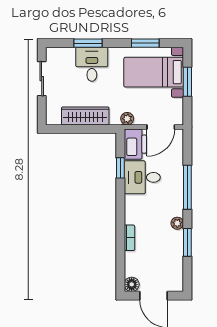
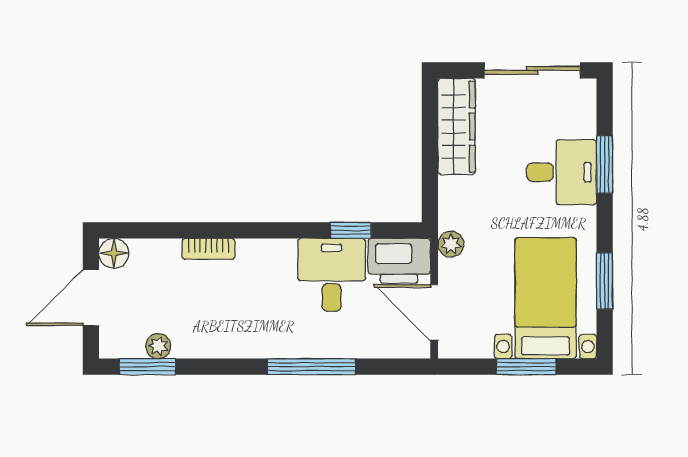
sliding door: (42, 79) -> (532, 70), width x1.37
wardrobe: (85, 116) -> (457, 126), moved
plant: (177, 223) -> (158, 346), moved
window: (187, 242) -> (147, 367), moved

